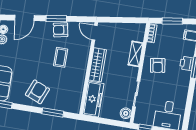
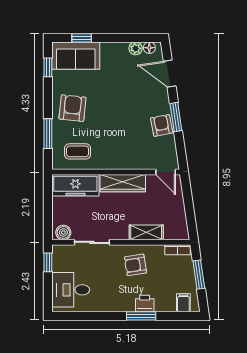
door: (95, 33) -> (166, 172), swing flipped
coffee table: (61, 57) -> (78, 151), moved
armchair: (37, 92) -> (72, 108), turned -106

